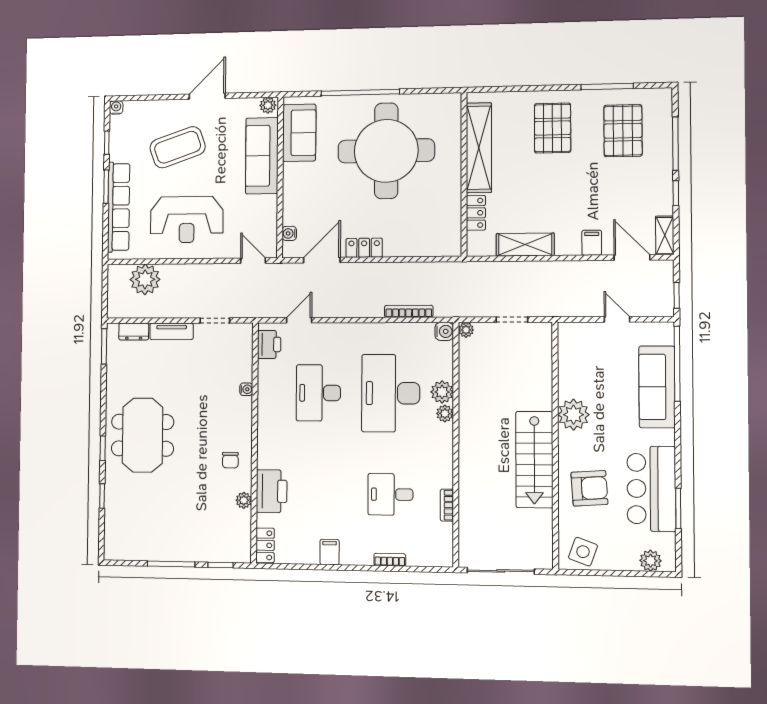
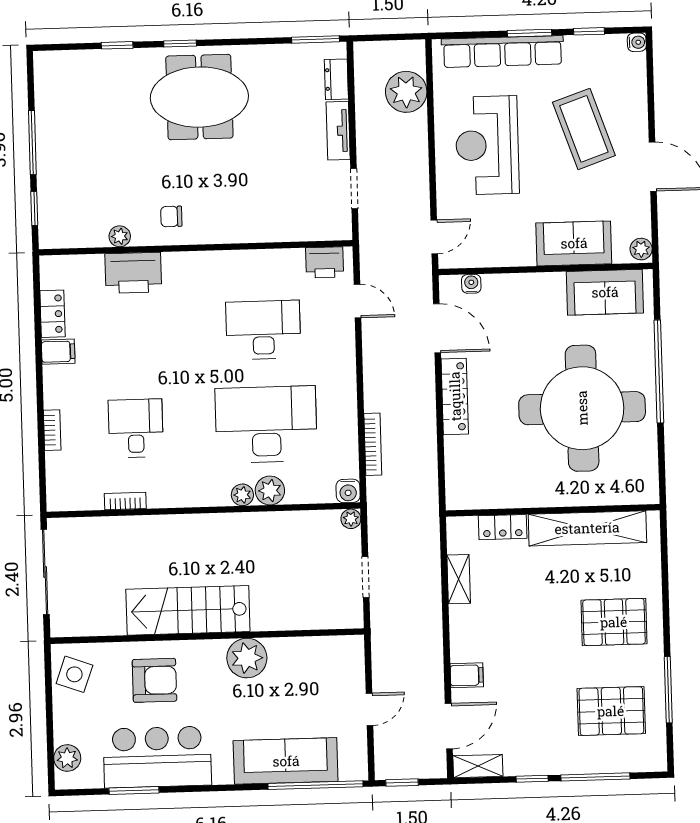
sofa: (262, 156) -> (574, 243), width x0.73
shelving: (525, 245) -> (459, 579), width x0.67, depth x0.75
locker: (364, 248) -> (455, 396), width x1.53
water cooler: (246, 389) -> (265, 234), removed
armchair: (589, 488) -> (154, 680), turned -86
locker: (265, 545) -> (53, 314), moved, turned -90

